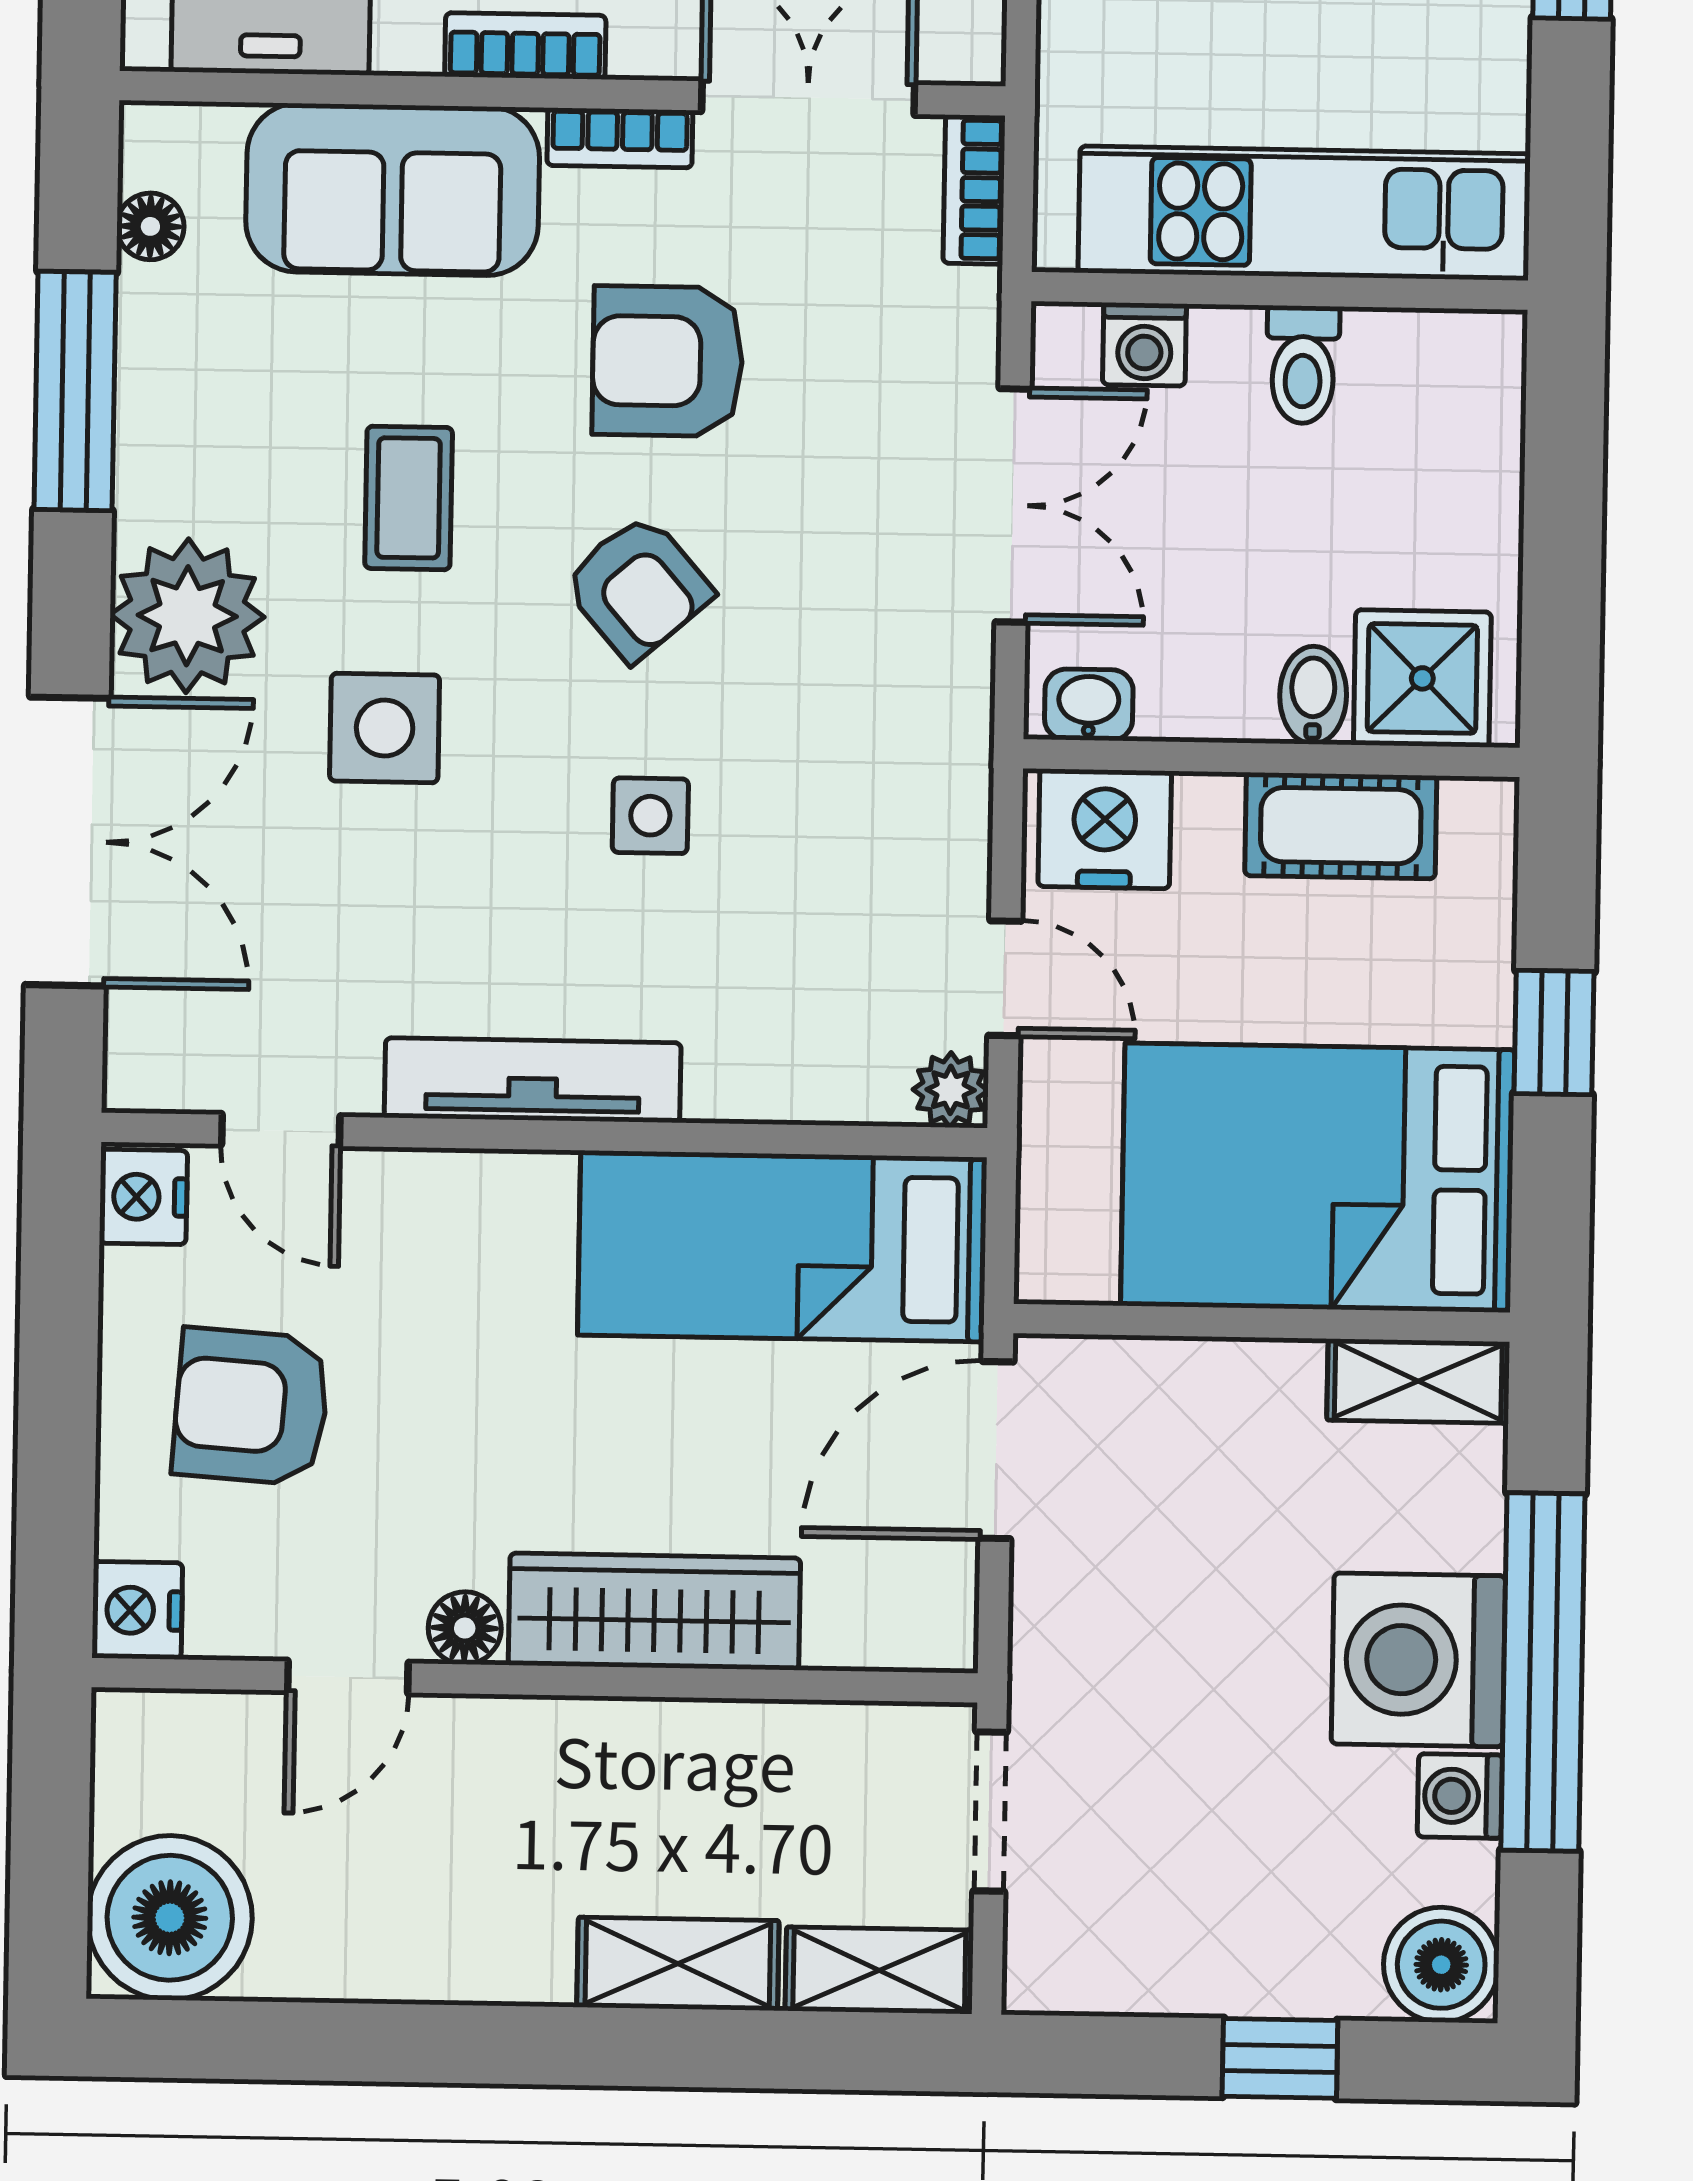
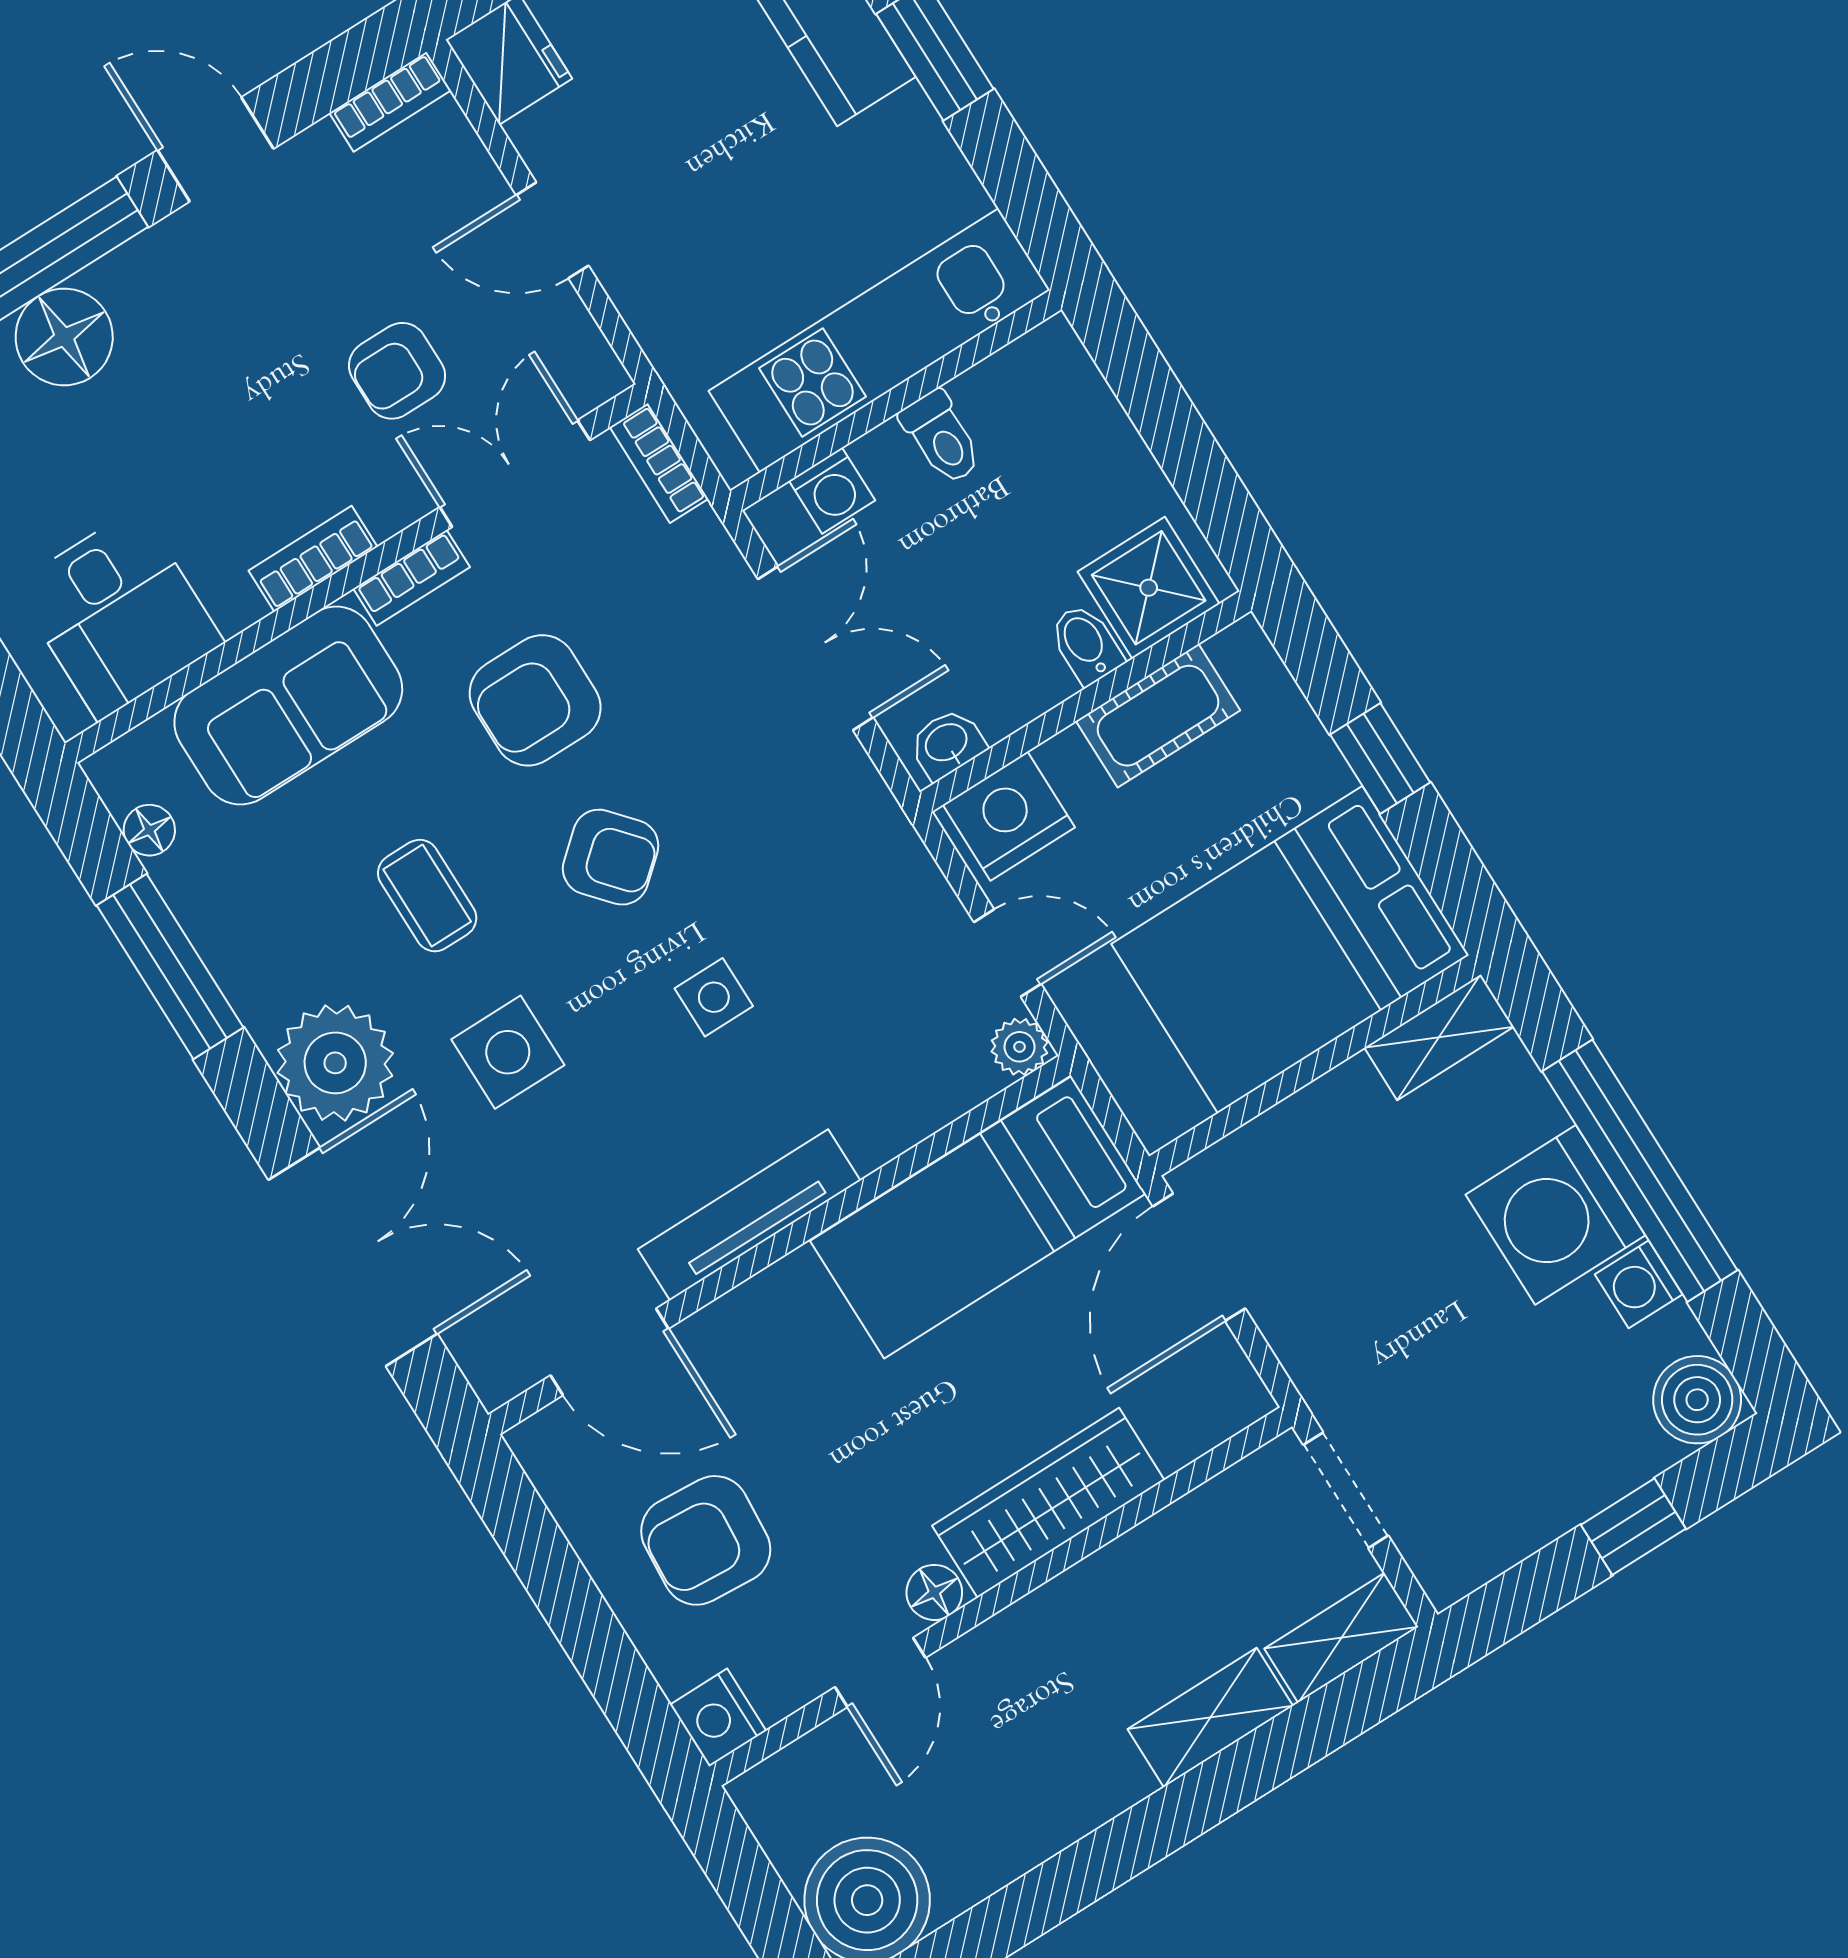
door: (281, 1130) -> (610, 1352), width x1.38
nightstand: (143, 1197) -> (550, 1452), removed

